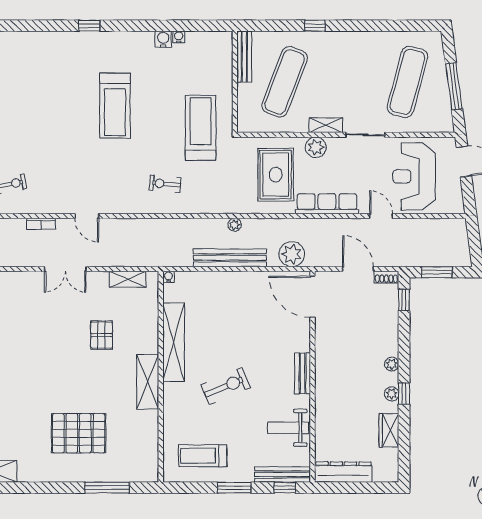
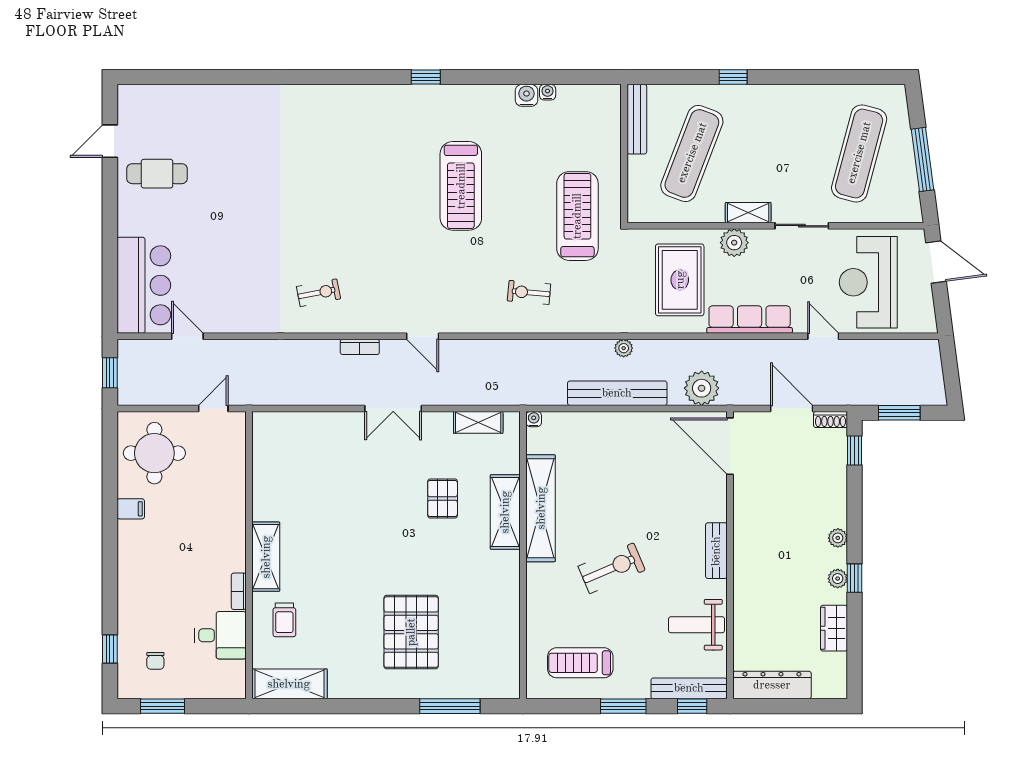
shelving: (148, 382) -> (505, 512), moved
pallet: (79, 433) -> (411, 632), turned 90

